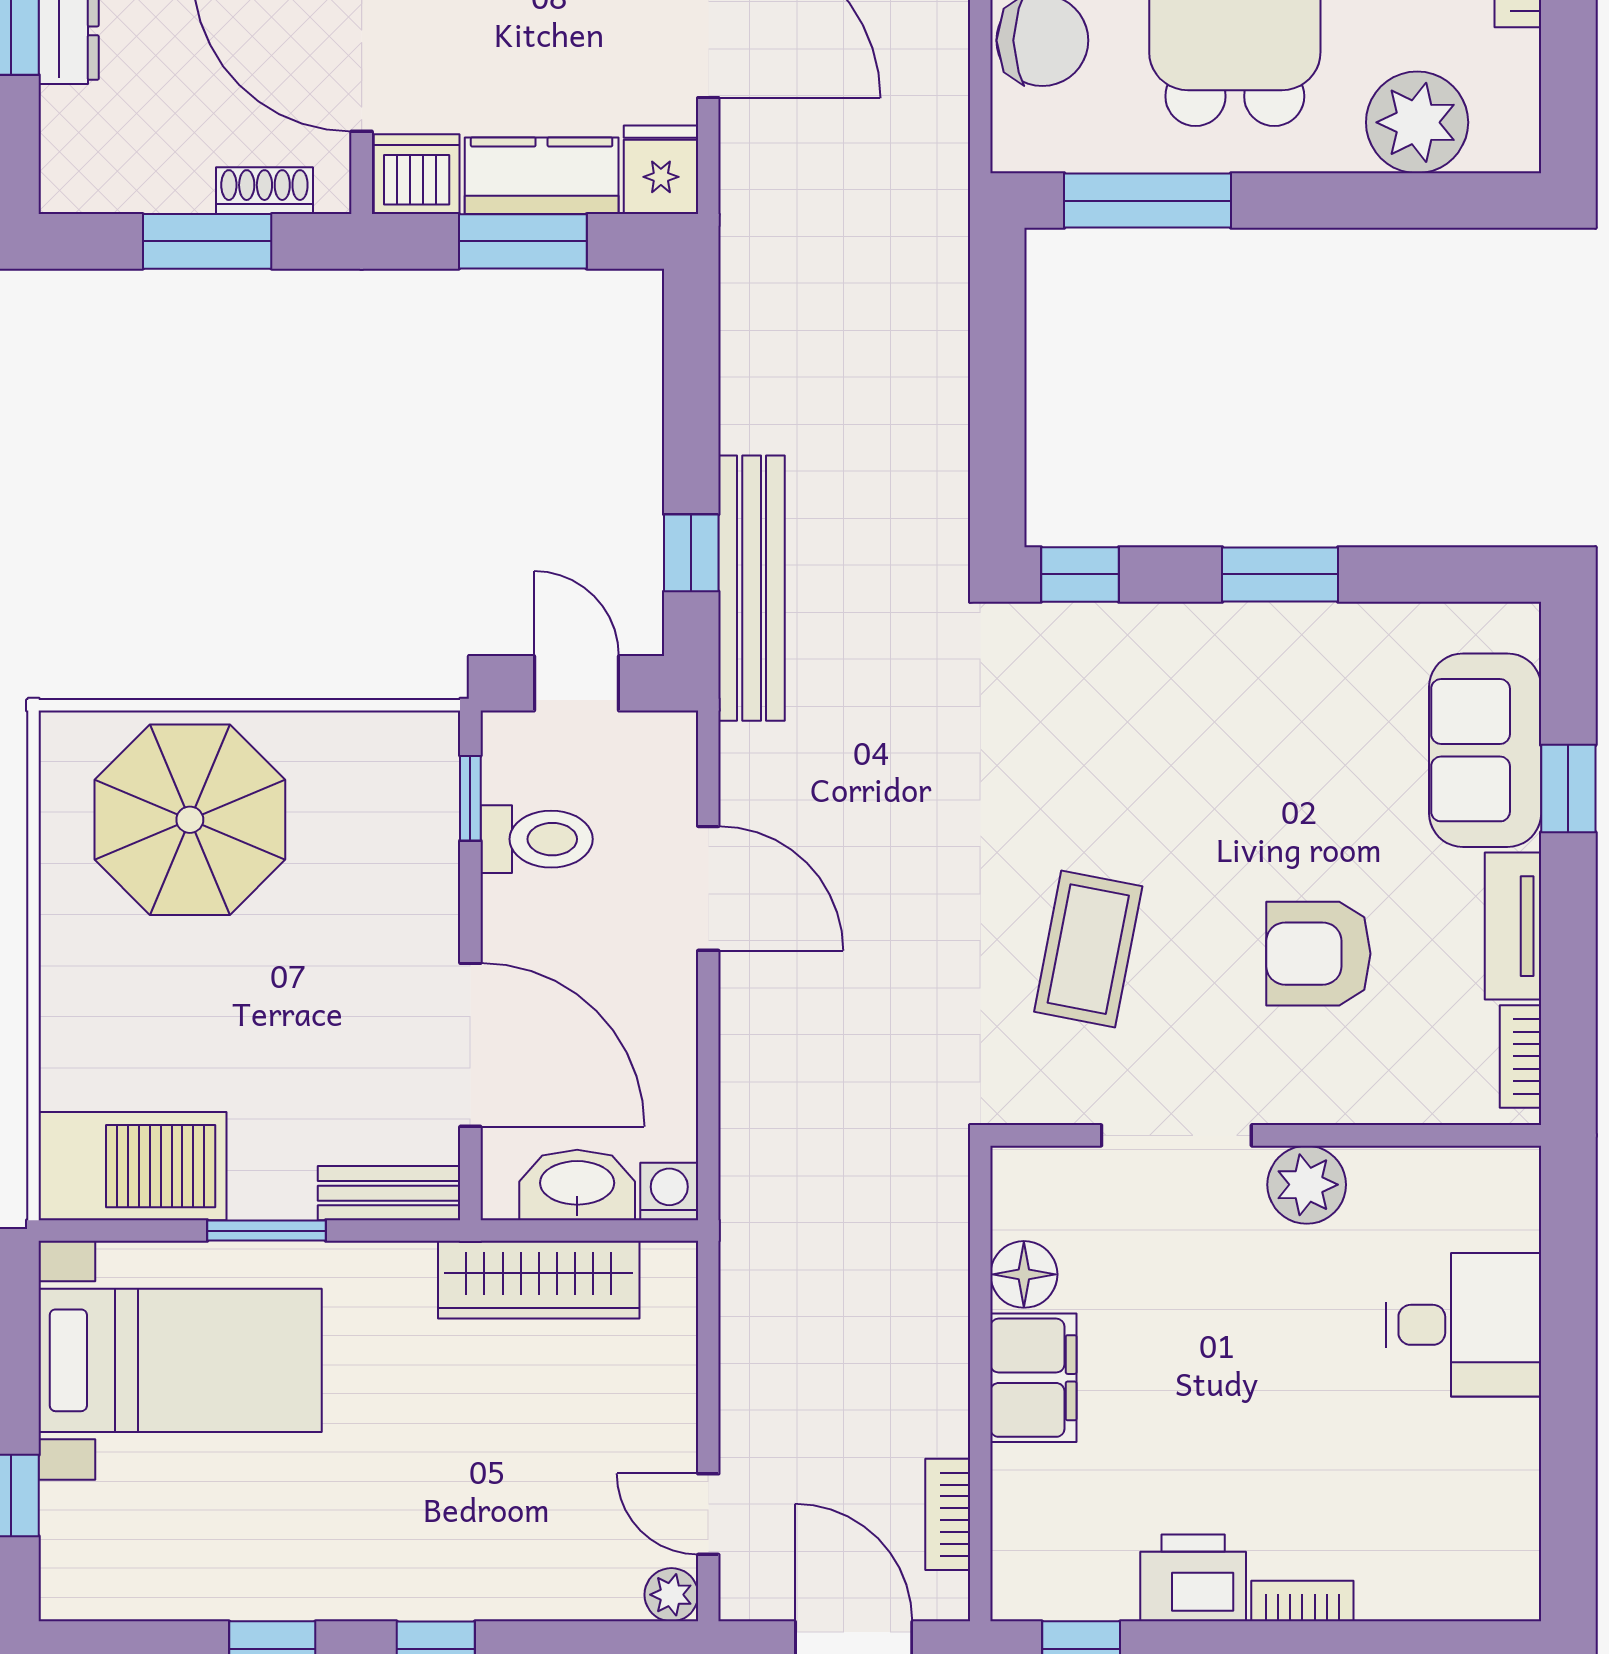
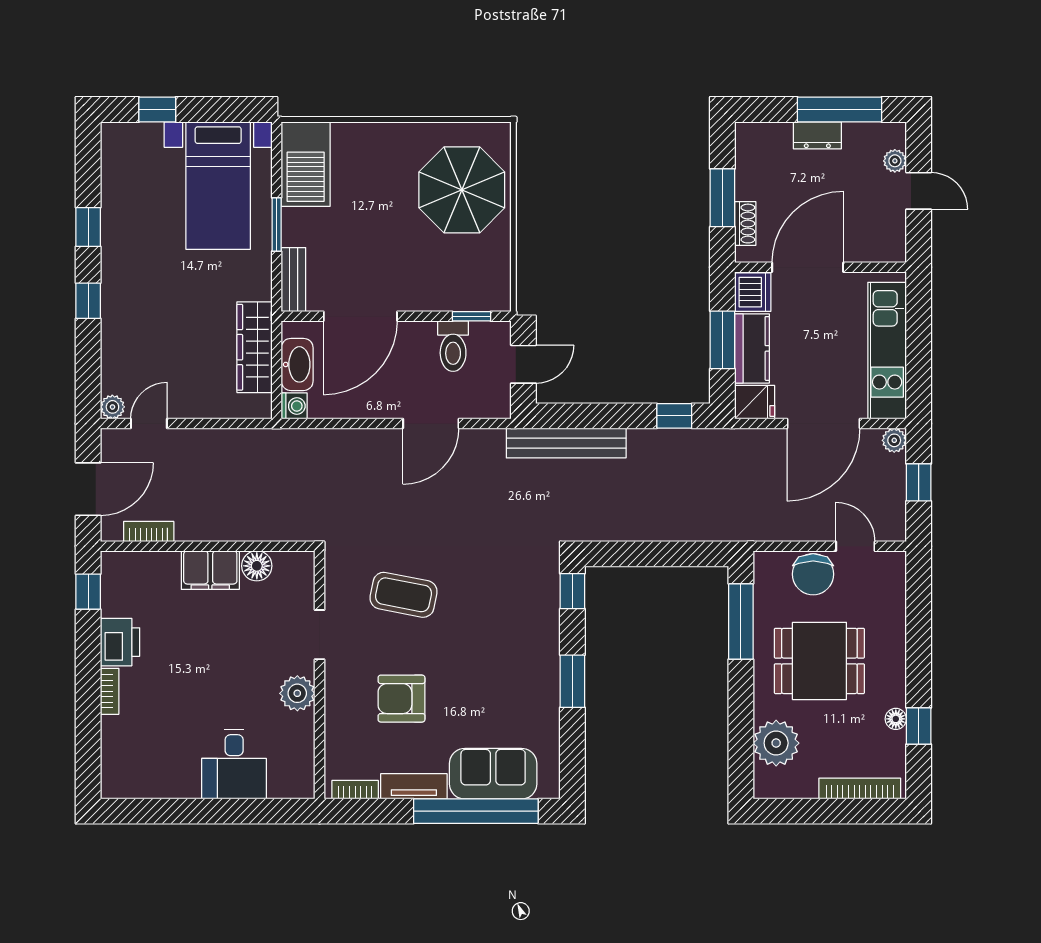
window: (691, 553) -> (674, 416), moved
window: (1568, 789) -> (476, 811), width x3.17
armchair: (1318, 954) -> (401, 699), turned -90
doorway: (1176, 1135) -> (320, 635), width x0.73

